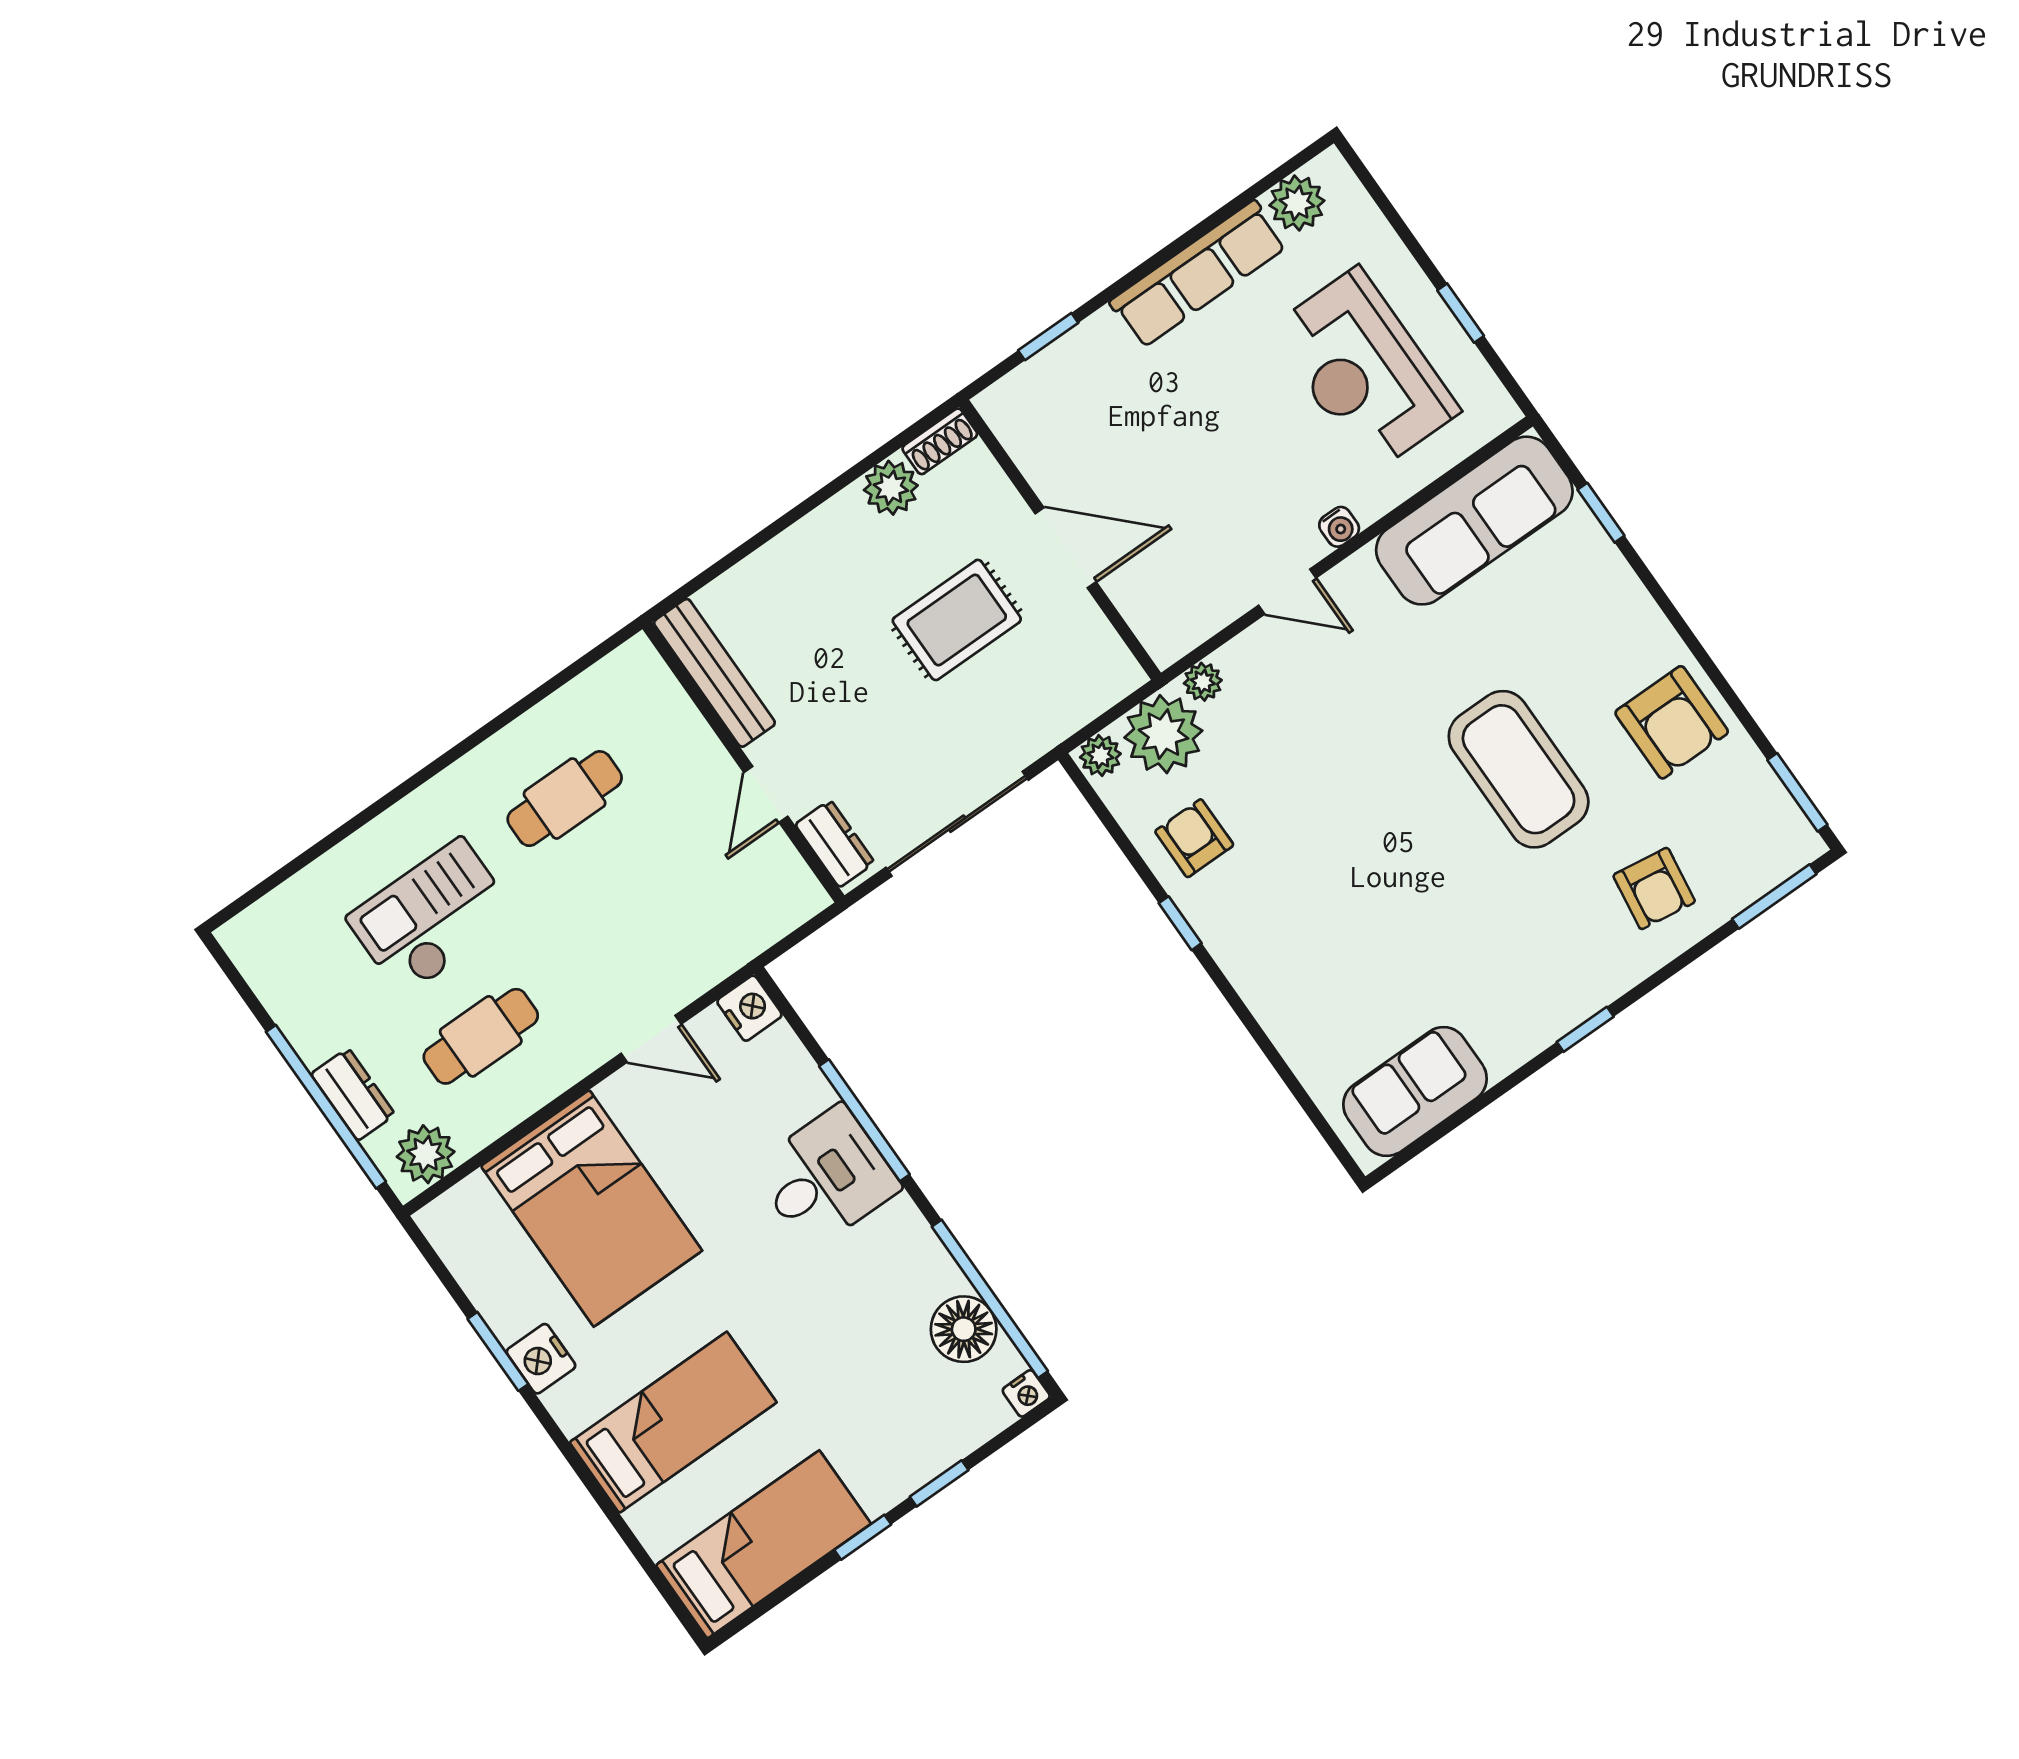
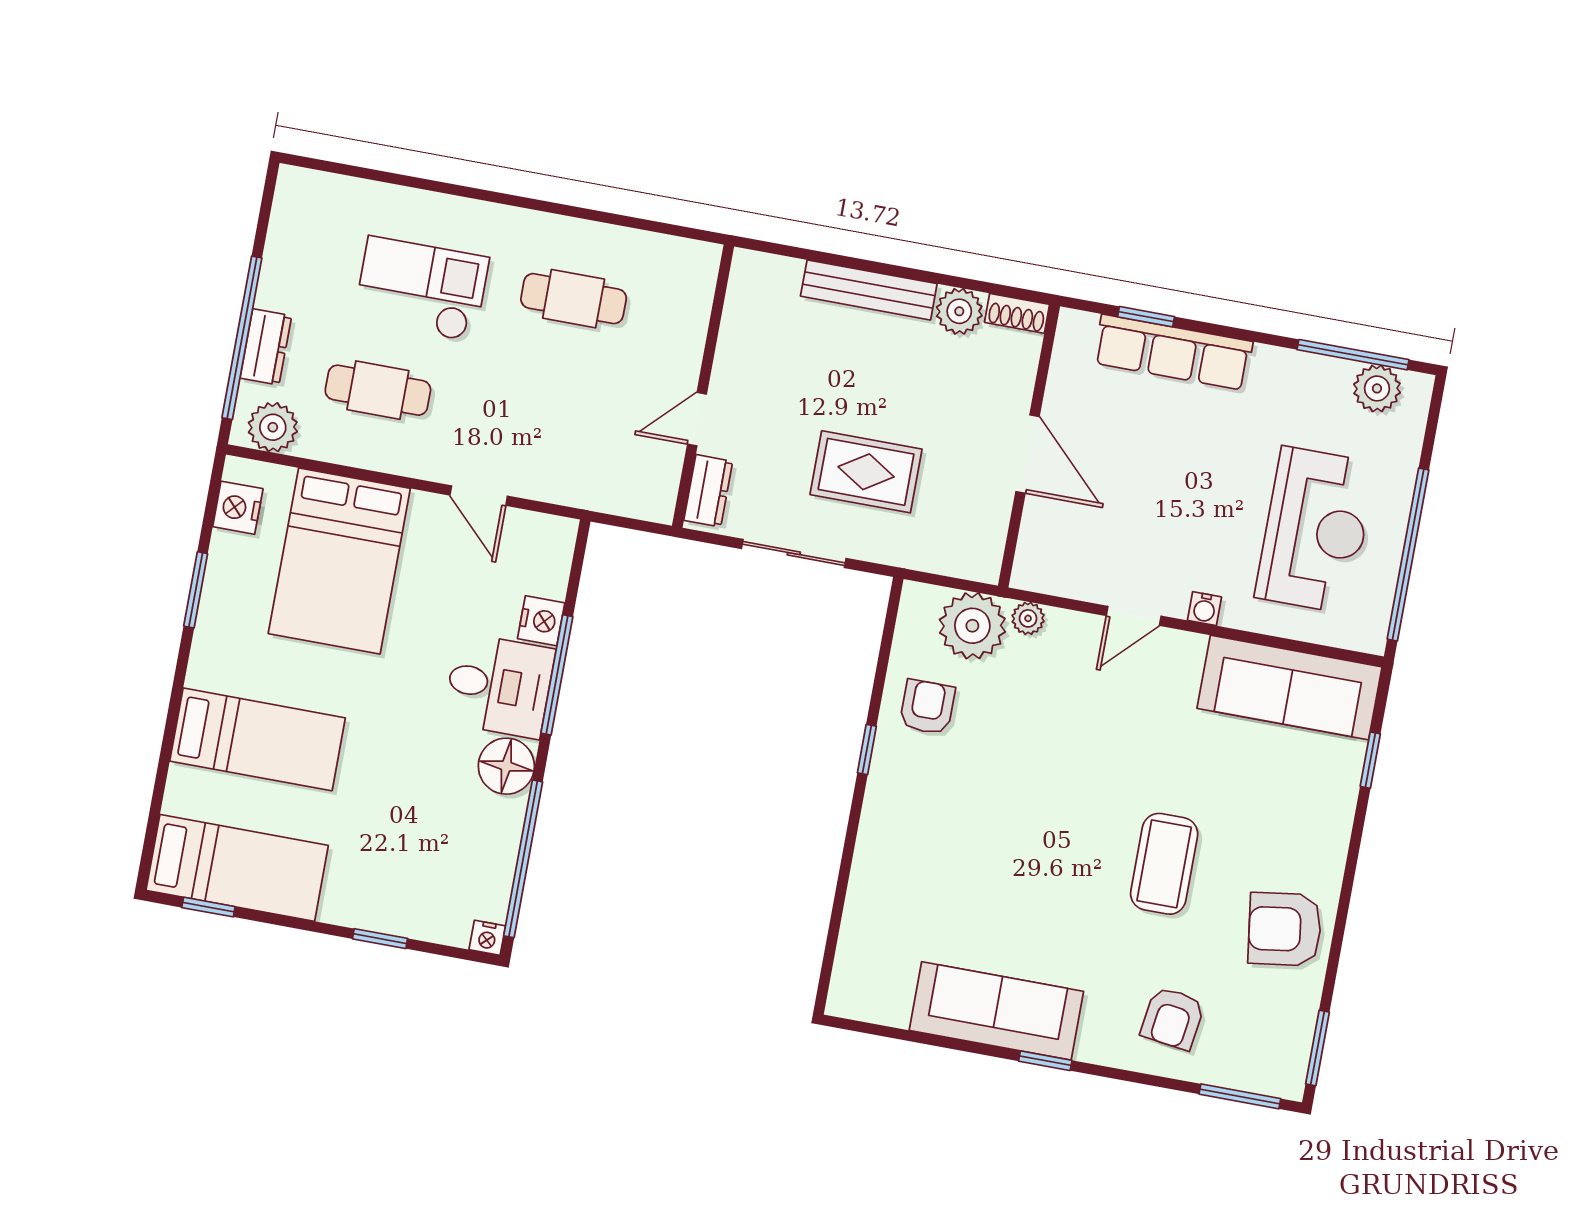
window: (1249, 195) -> (1353, 355), added
row of seats: (1198, 274) -> (1173, 352), moved
window: (1461, 313) -> (1408, 555), width x3.17
reception desk: (1364, 370) -> (1315, 530), turned 180
door: (1287, 592) -> (1134, 616), hinge flipped
rug: (957, 620) -> (866, 472), moved
bench: (714, 673) -> (869, 290), moved, turned 90
armchair: (1672, 722) -> (1285, 929), turned 82
plant: (1100, 756) -> (921, 600), removed
coffee table: (1519, 769) -> (1164, 864), width x0.73, depth x0.76
sliding door: (957, 824) -> (794, 553), width x0.73
nightstand: (749, 1008) -> (541, 621), moved
sofa: (1415, 1092) -> (996, 1011), moved, width x1.36
floor lamp: (964, 1329) -> (506, 766), moved
nightstand: (541, 1359) -> (238, 508), moved
window: (863, 1537) -> (208, 907), moved

